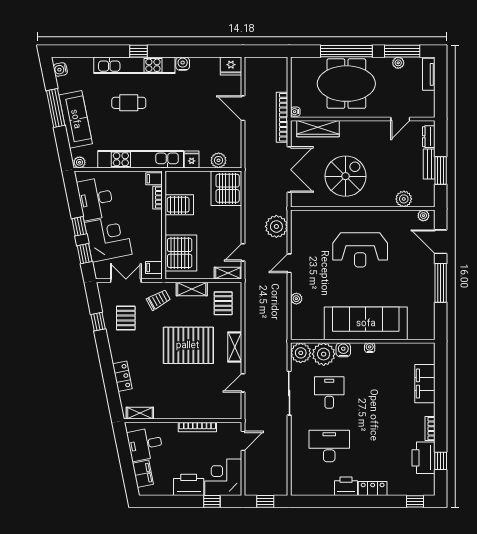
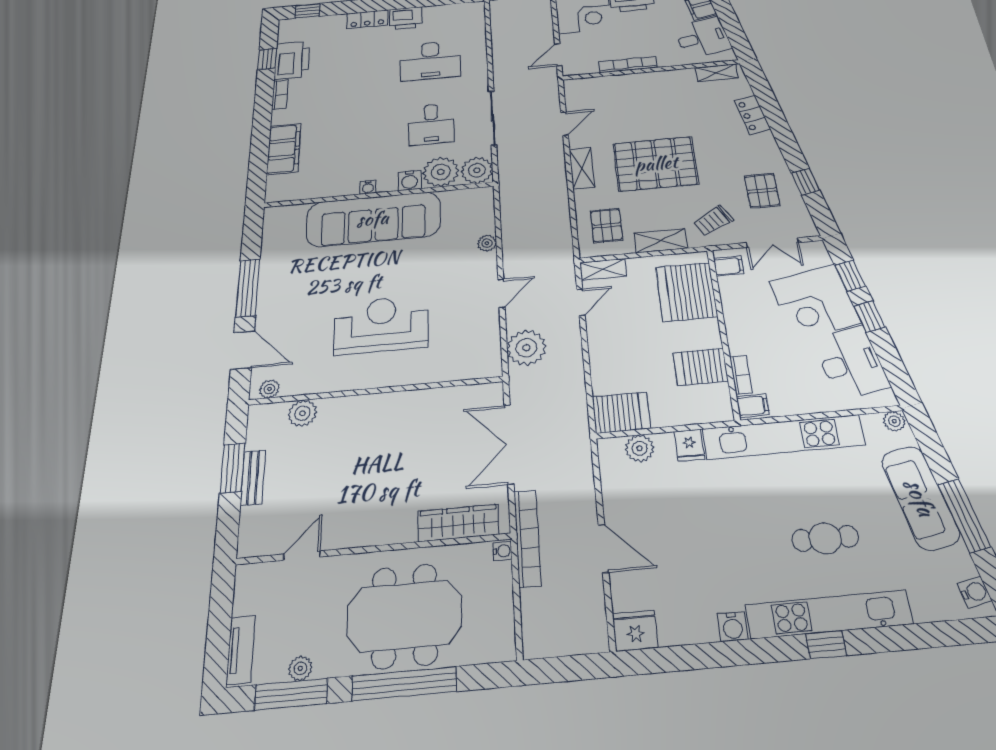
dresser: (429, 137) -> (250, 527), removed
spiral stairs: (346, 176) -> (406, 442), removed
server rack: (226, 188) -> (621, 413), width x0.63

